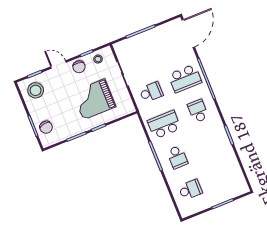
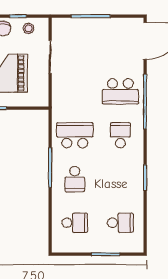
school desk: (151, 92) -> (120, 223), moved

